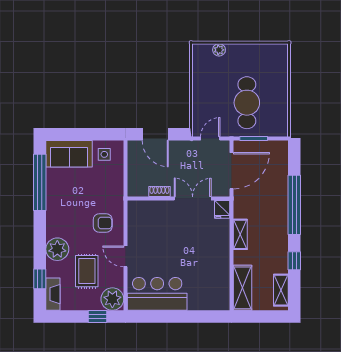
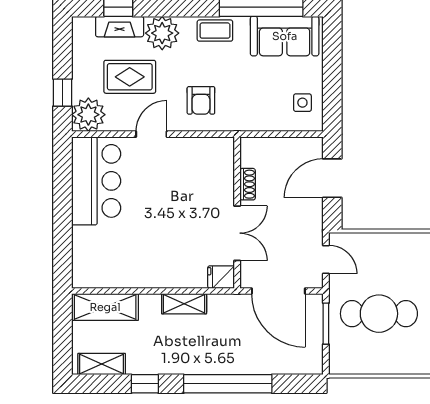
sofa: (69, 154) -> (285, 36), moved, turned -90
coffee table: (56, 214) -> (215, 31), added
fireplace: (53, 294) -> (120, 27), moved

